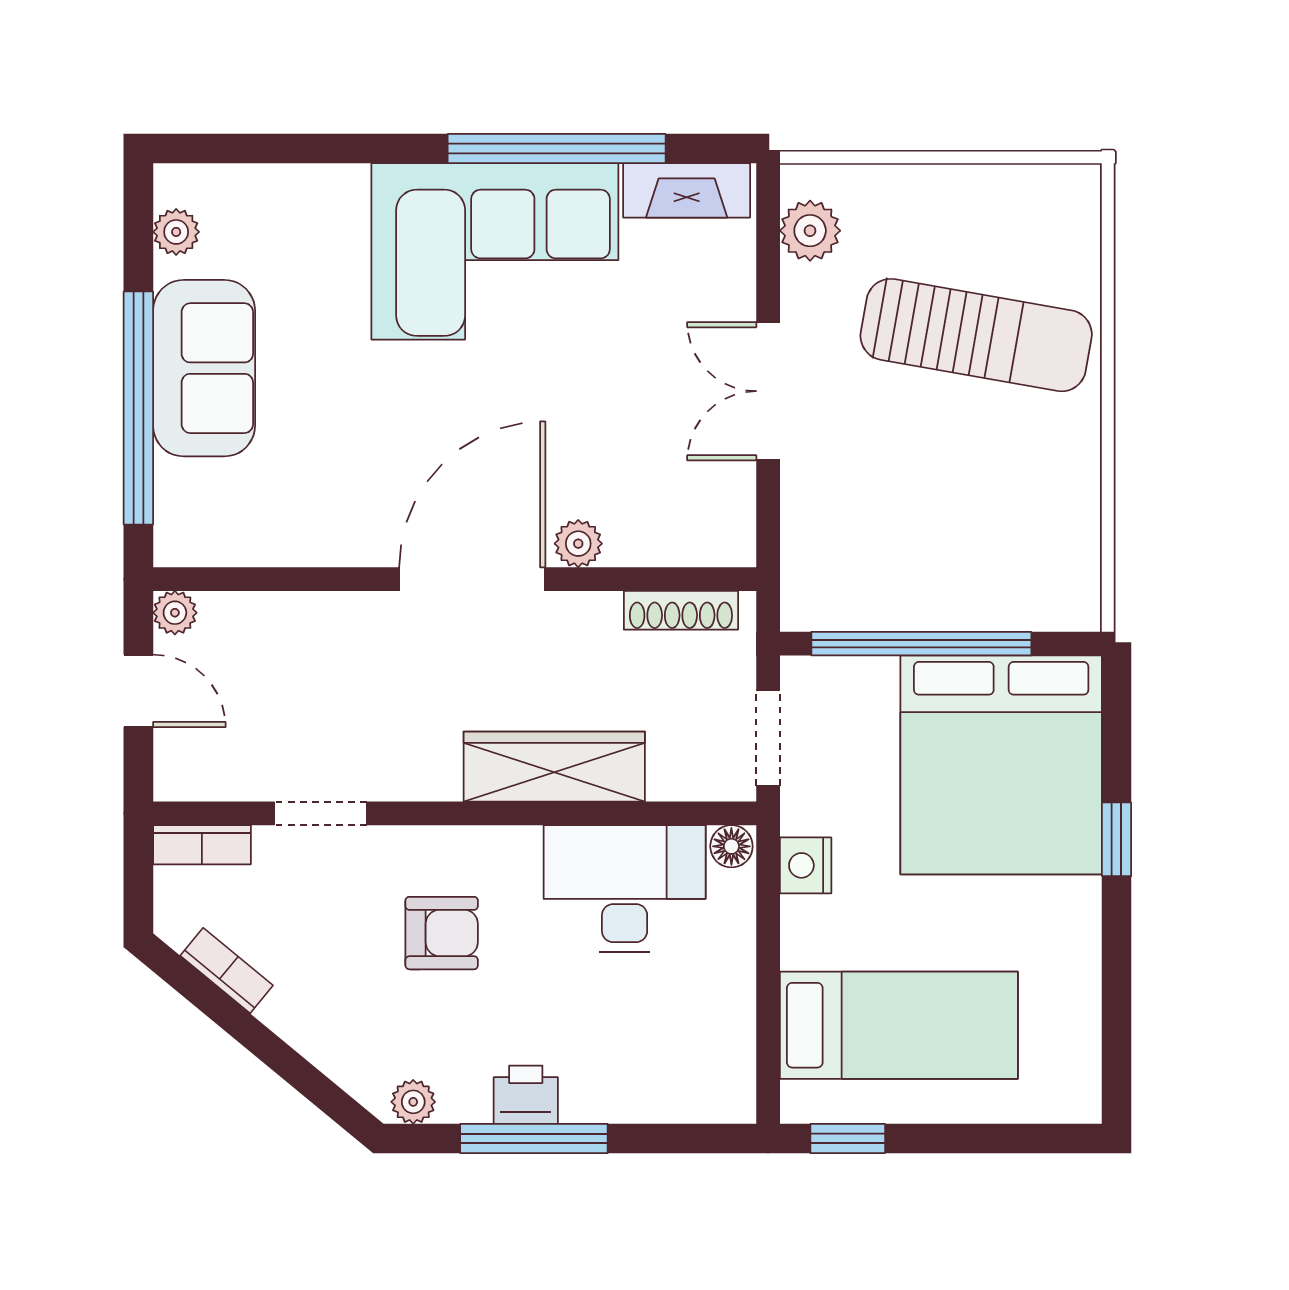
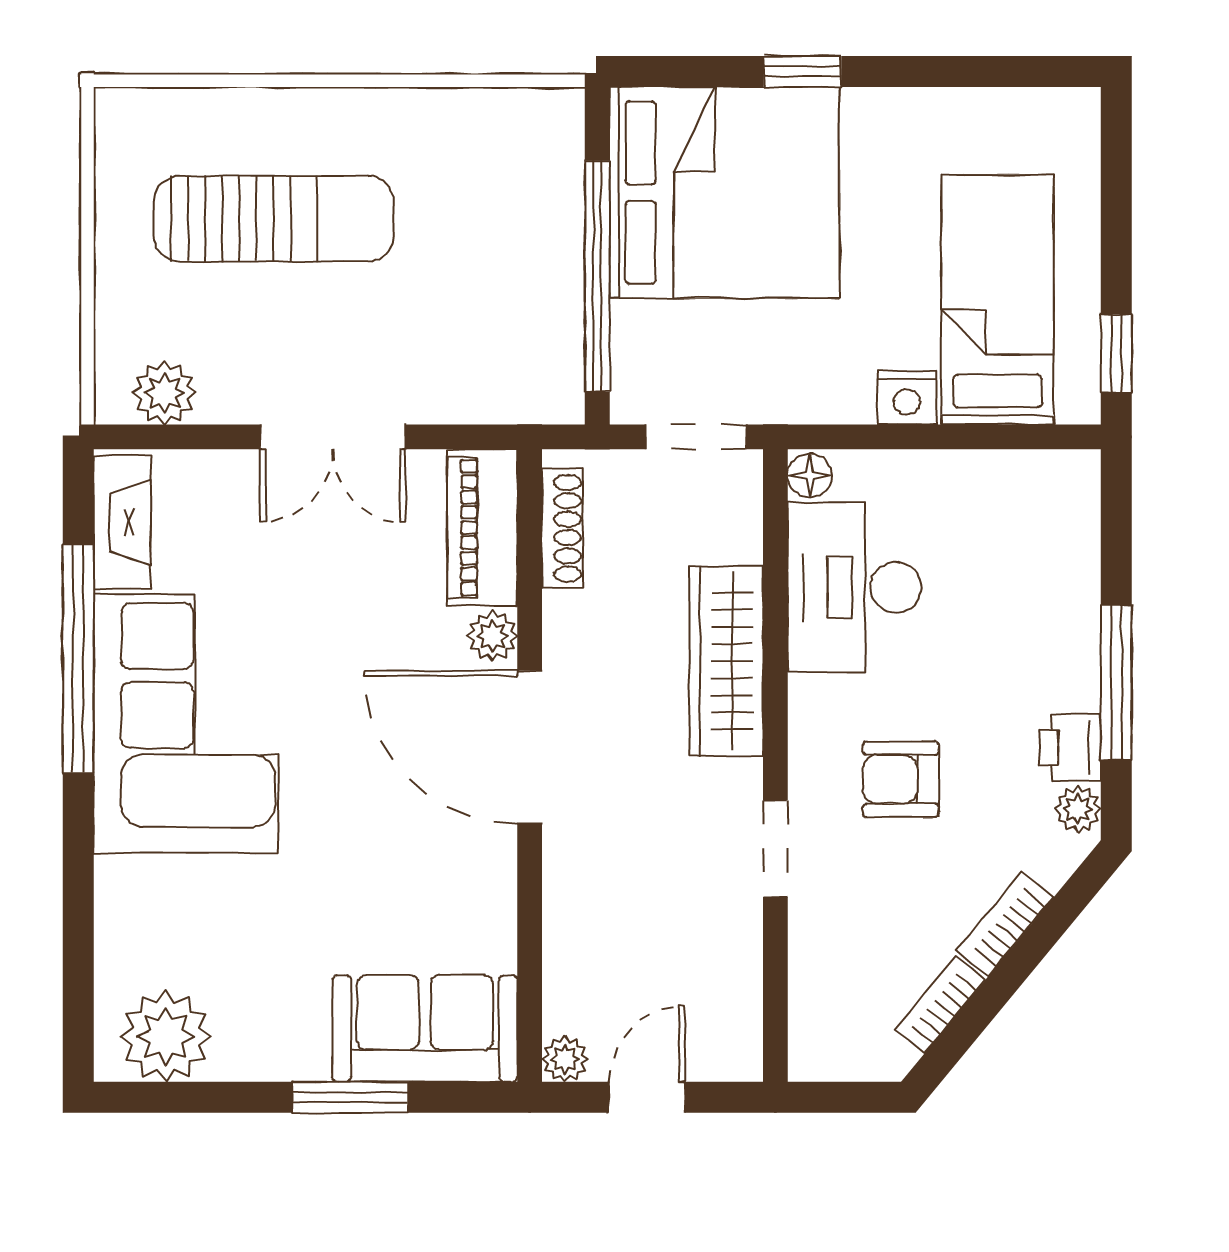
plant: (176, 232) -> (166, 1037), width x1.88, depth x1.88
sun lounger: (976, 335) -> (274, 219), turned 80
sofa: (204, 368) -> (425, 1028), moved
window: (138, 408) -> (350, 1097), width x0.47
piano: (682, 534) -> (482, 528), added
doorway: (321, 813) -> (775, 849), moved
bookcase: (202, 845) -> (1005, 924), moved, turned -140
nightstand: (806, 865) -> (907, 398), moved
armchair: (442, 933) -> (901, 779), turned -90
printer: (526, 1095) -> (1070, 747), moved

